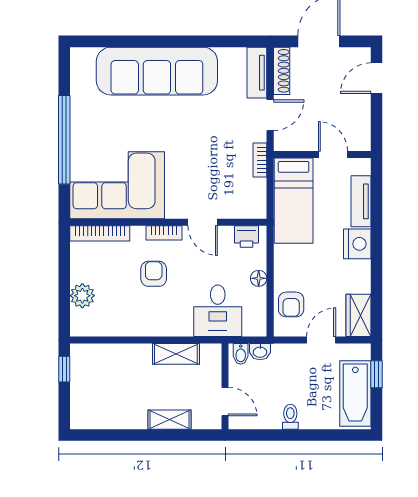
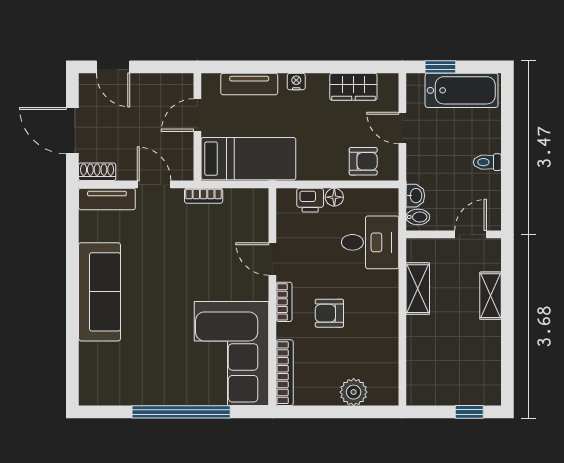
sofa: (157, 71) -> (100, 292), width x0.74, depth x0.79
shoe rack: (282, 71) -> (97, 172), width x0.70
door: (203, 222) -> (272, 259), swing flipped
printer: (246, 237) -> (310, 200), moved, turned 90
nightstand: (357, 244) -> (296, 82), width x0.53, depth x0.56
wardrobe: (358, 315) -> (353, 87), moved
window: (64, 369) -> (469, 412), moved

